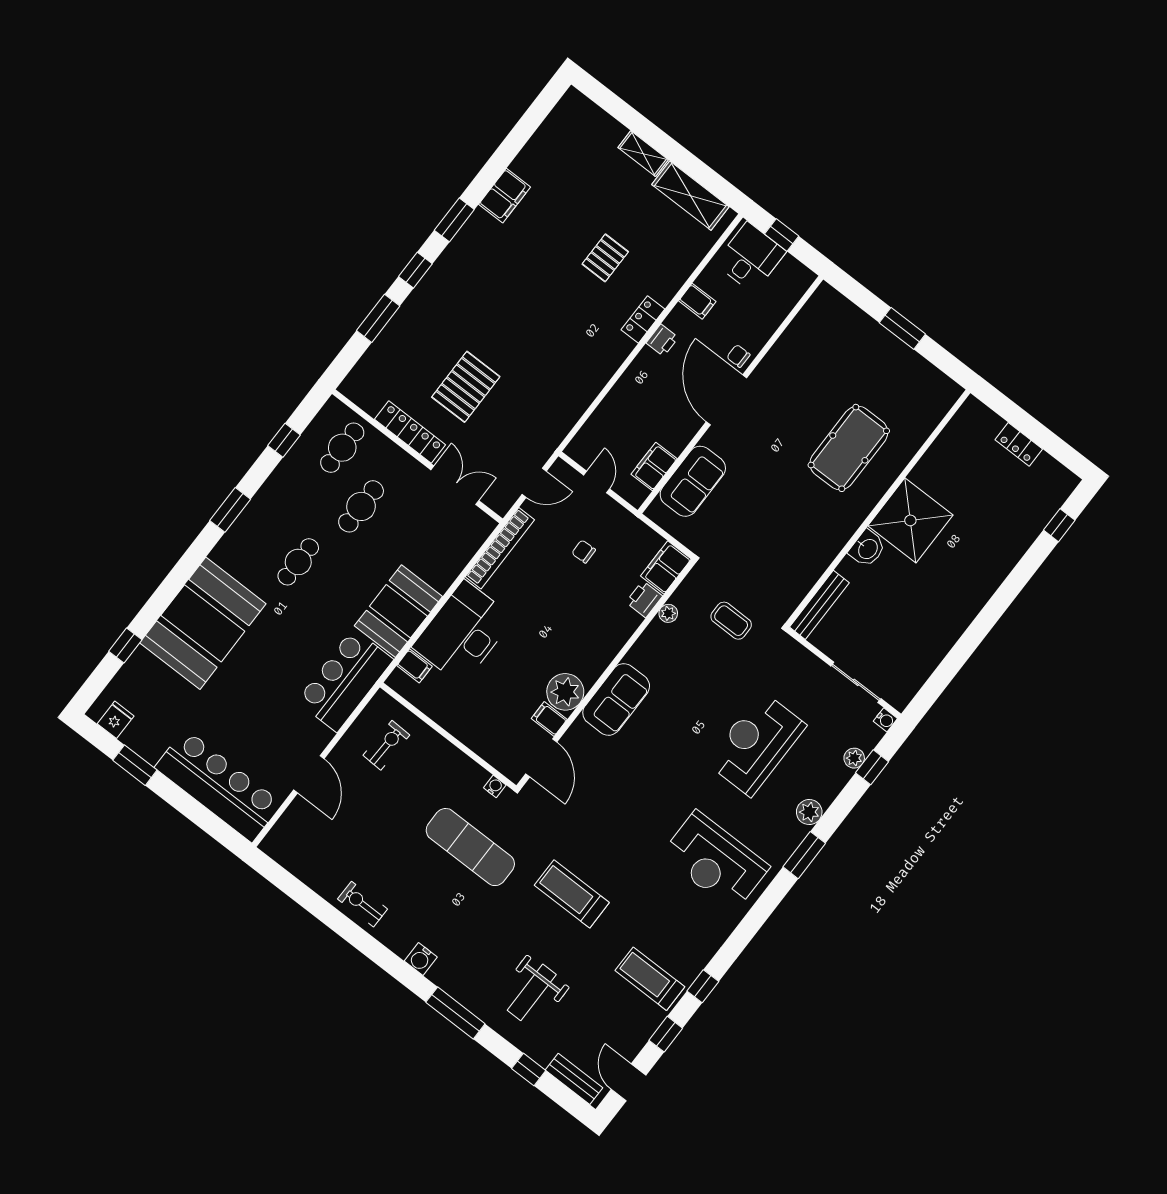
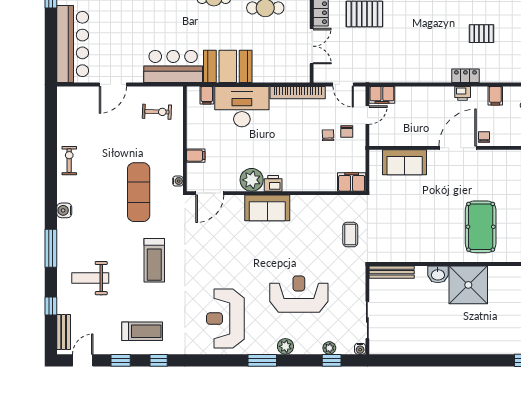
pool table: (849, 448) -> (481, 227), turned 90
filing cabinet: (654, 467) -> (382, 95), moved, turned 180
chair: (597, 524) -> (347, 132), added
printer: (644, 599) -> (273, 183), moved
plant: (668, 613) -> (330, 201), removed
filing cabinet: (549, 719) -> (196, 156), moved, turned 90
treadmill: (572, 894) -> (154, 260), turned 180
treadmill: (650, 979) -> (142, 331), turned 90

